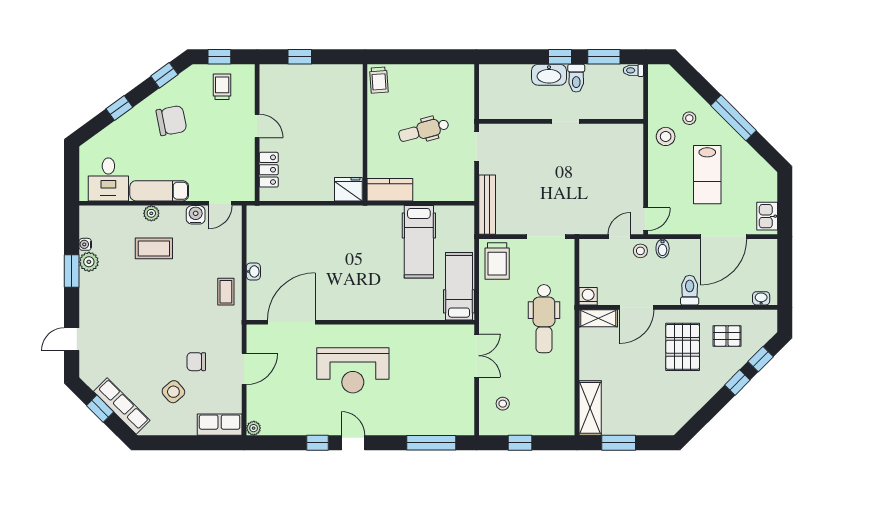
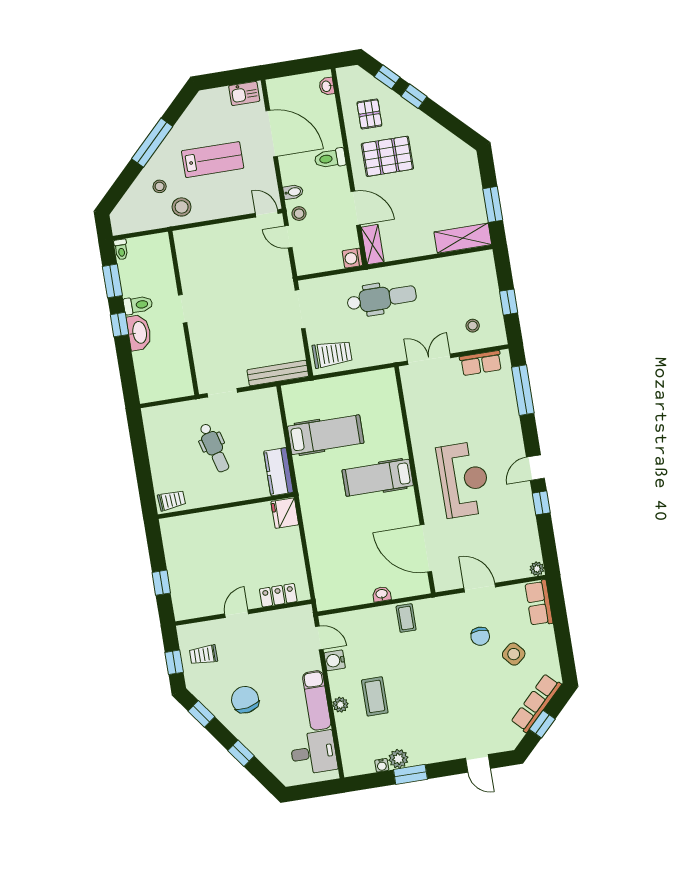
hospital bed: (459, 286) -> (378, 478), moved
coffee table: (226, 292) -> (406, 618), turned 90
row of seats: (465, 406) -> (481, 363), added

